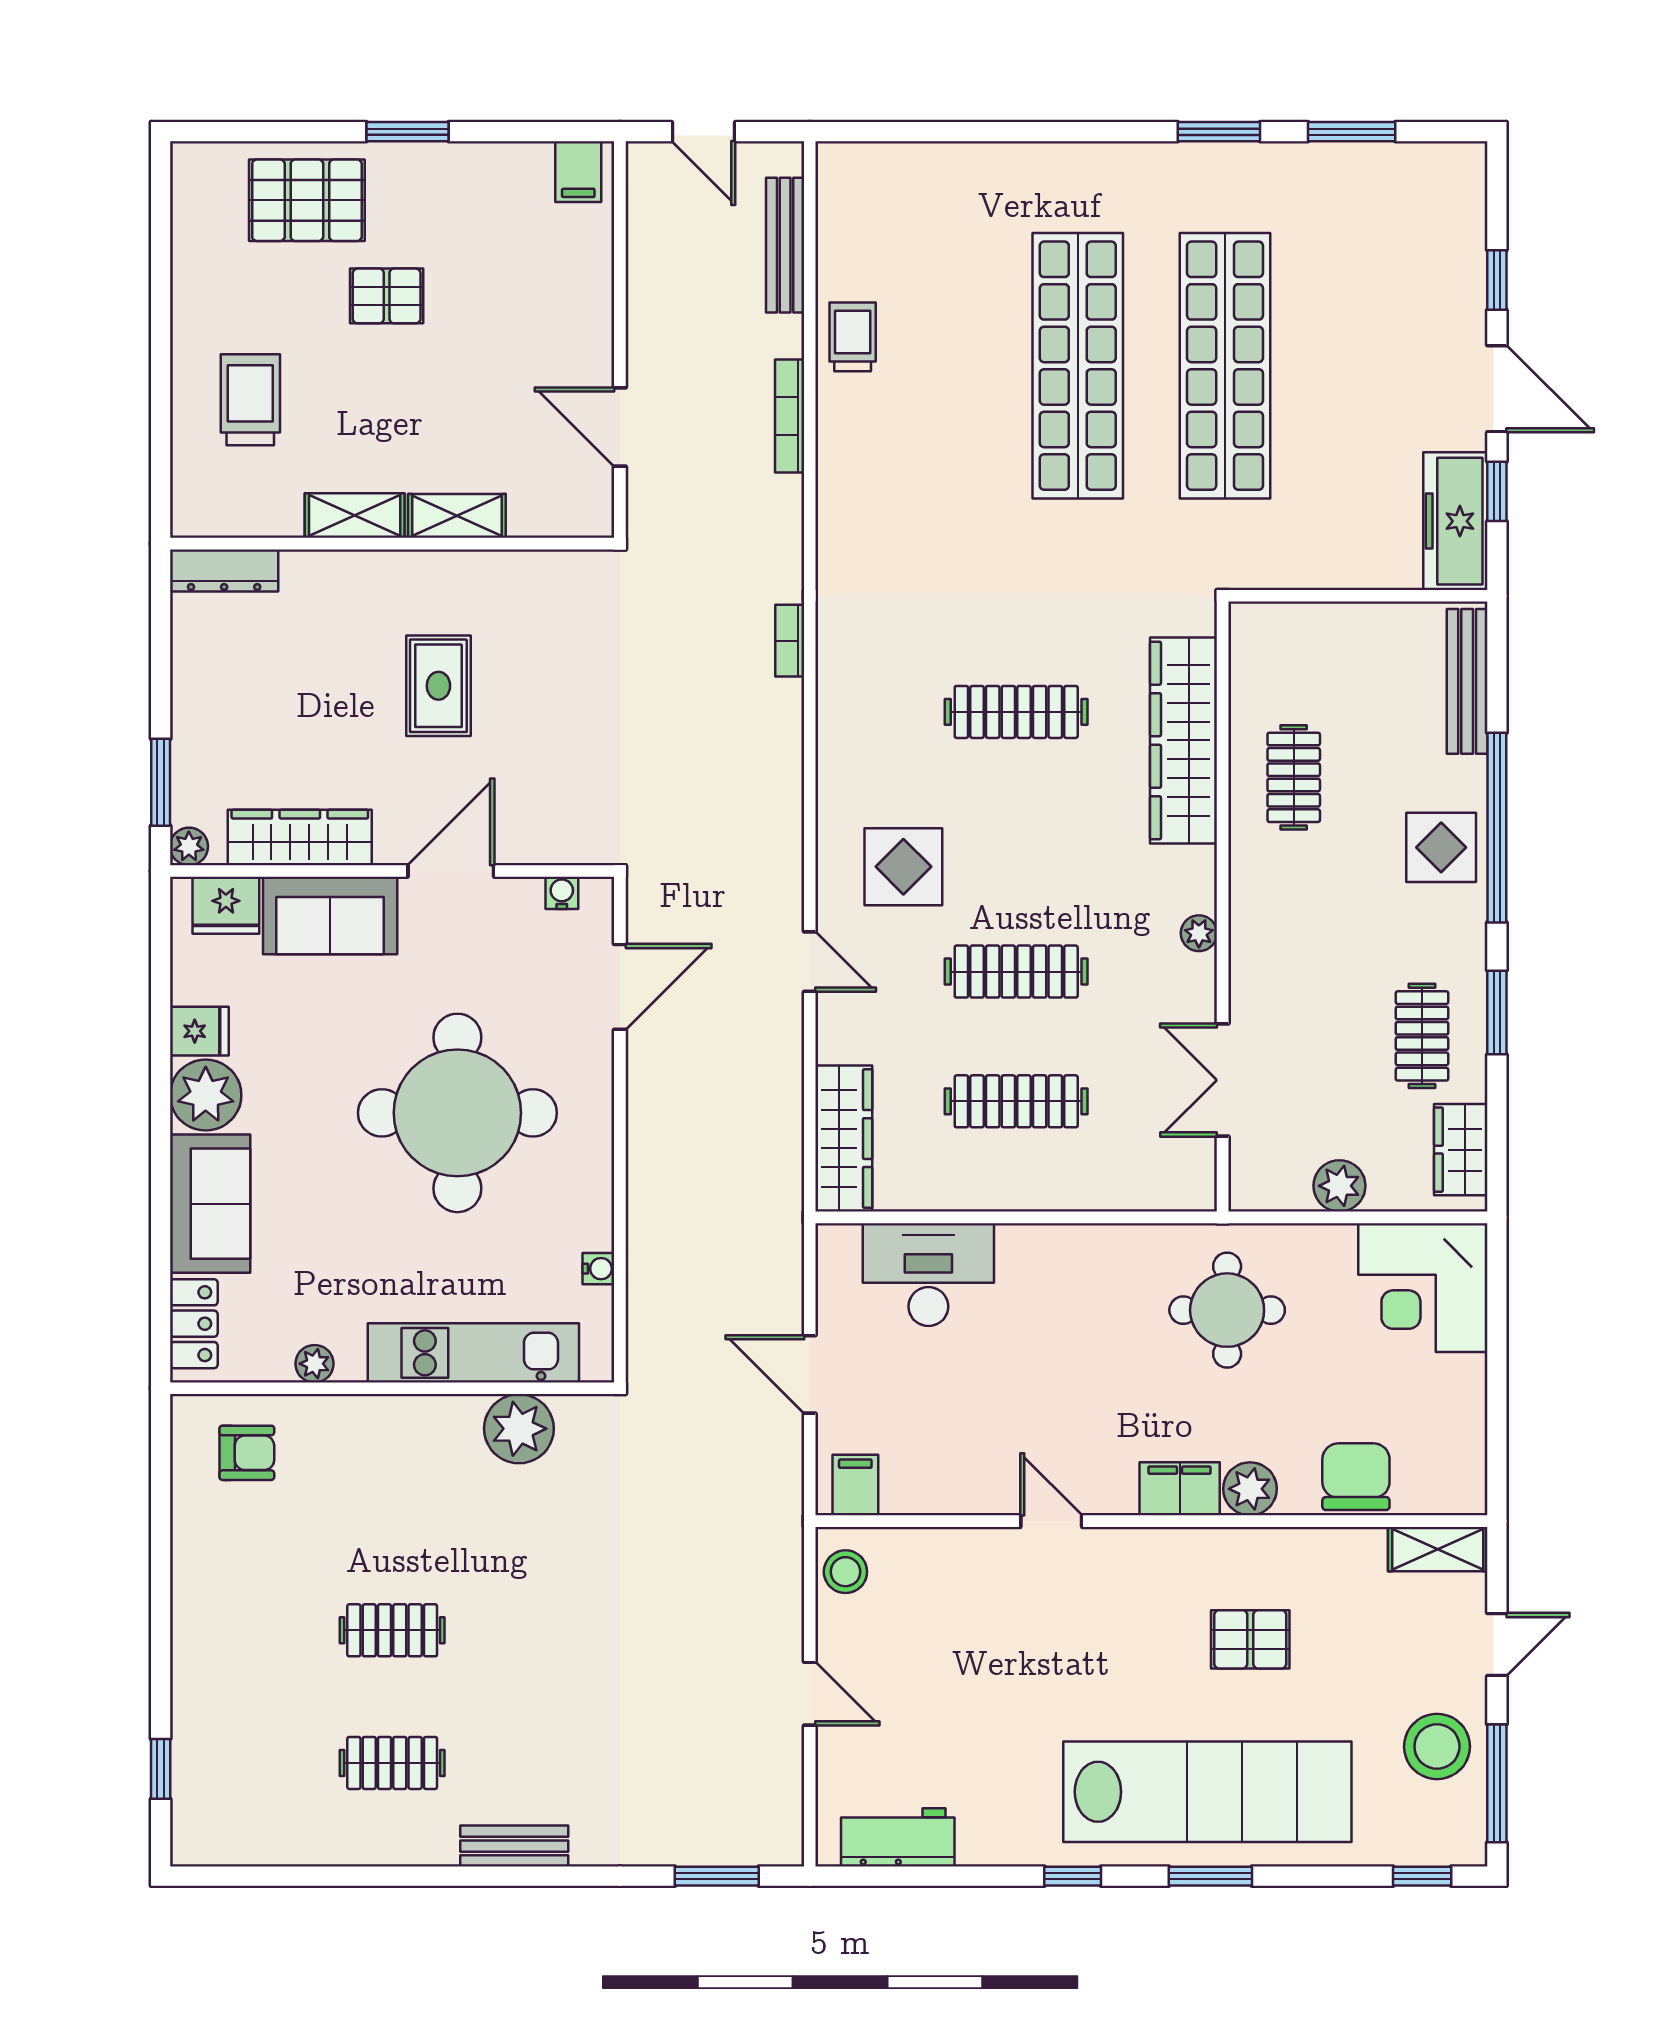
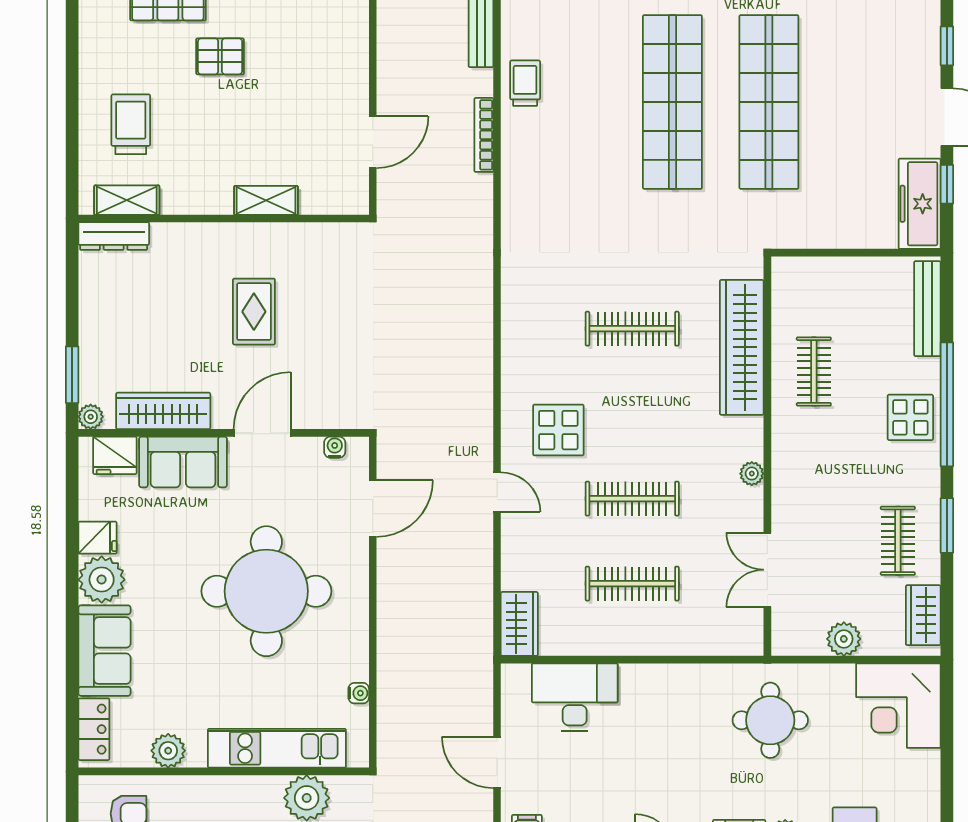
door: (620, 427) -> (373, 142), swing flipped
shelving: (355, 516) -> (127, 200), moved
bookcase: (790, 641) -> (484, 282), removed
wardrobe: (844, 1139) -> (519, 624), width x0.67
plant: (315, 1364) -> (168, 751), width x1.38, depth x1.38

